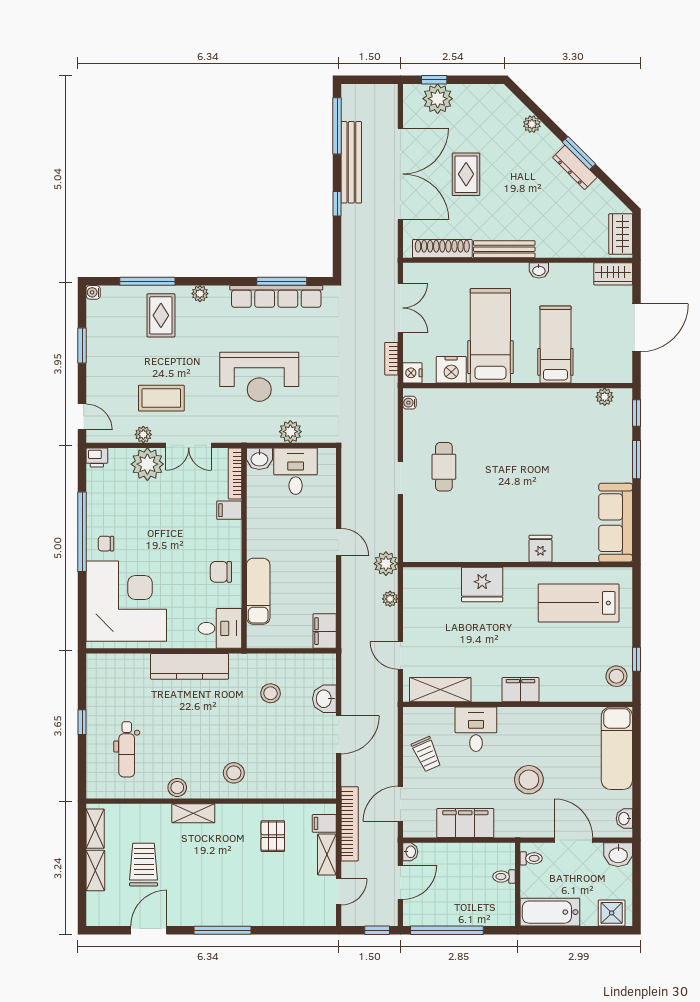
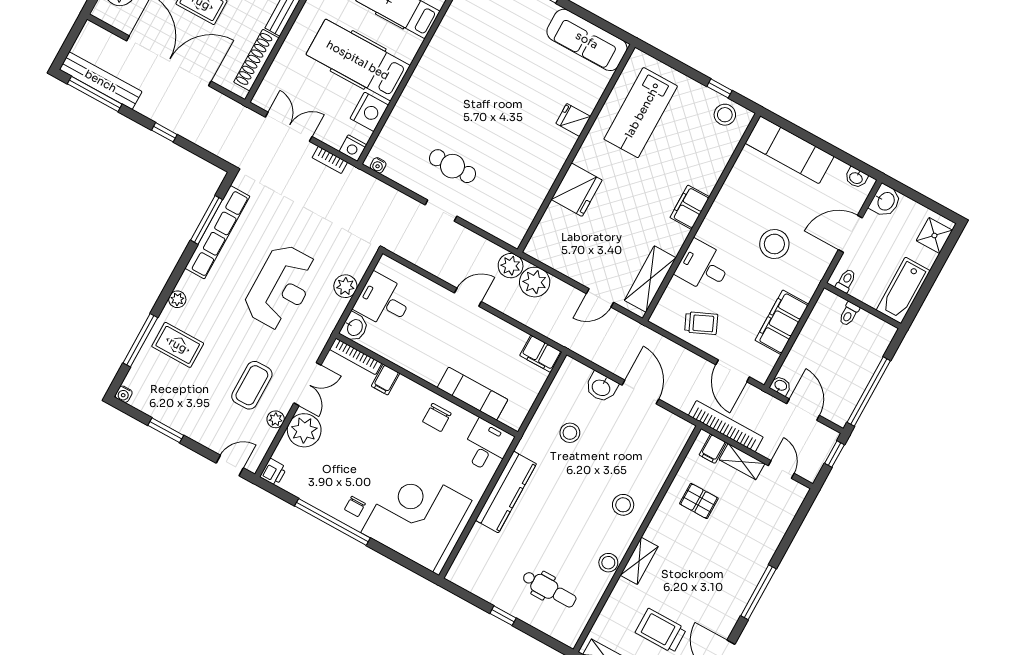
bench: (351, 162) -> (101, 81), moved
plant: (390, 599) -> (535, 282), width x1.87, depth x1.87

